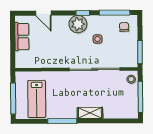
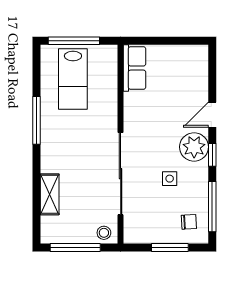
door: (43, 13) -> (212, 115), moved
row of seats: (22, 37) -> (135, 68), moved, turned -90
window: (140, 52) -> (170, 247), moved
lab bench: (37, 99) -> (73, 79), turned -90
shelving: (90, 113) -> (50, 194), moved

